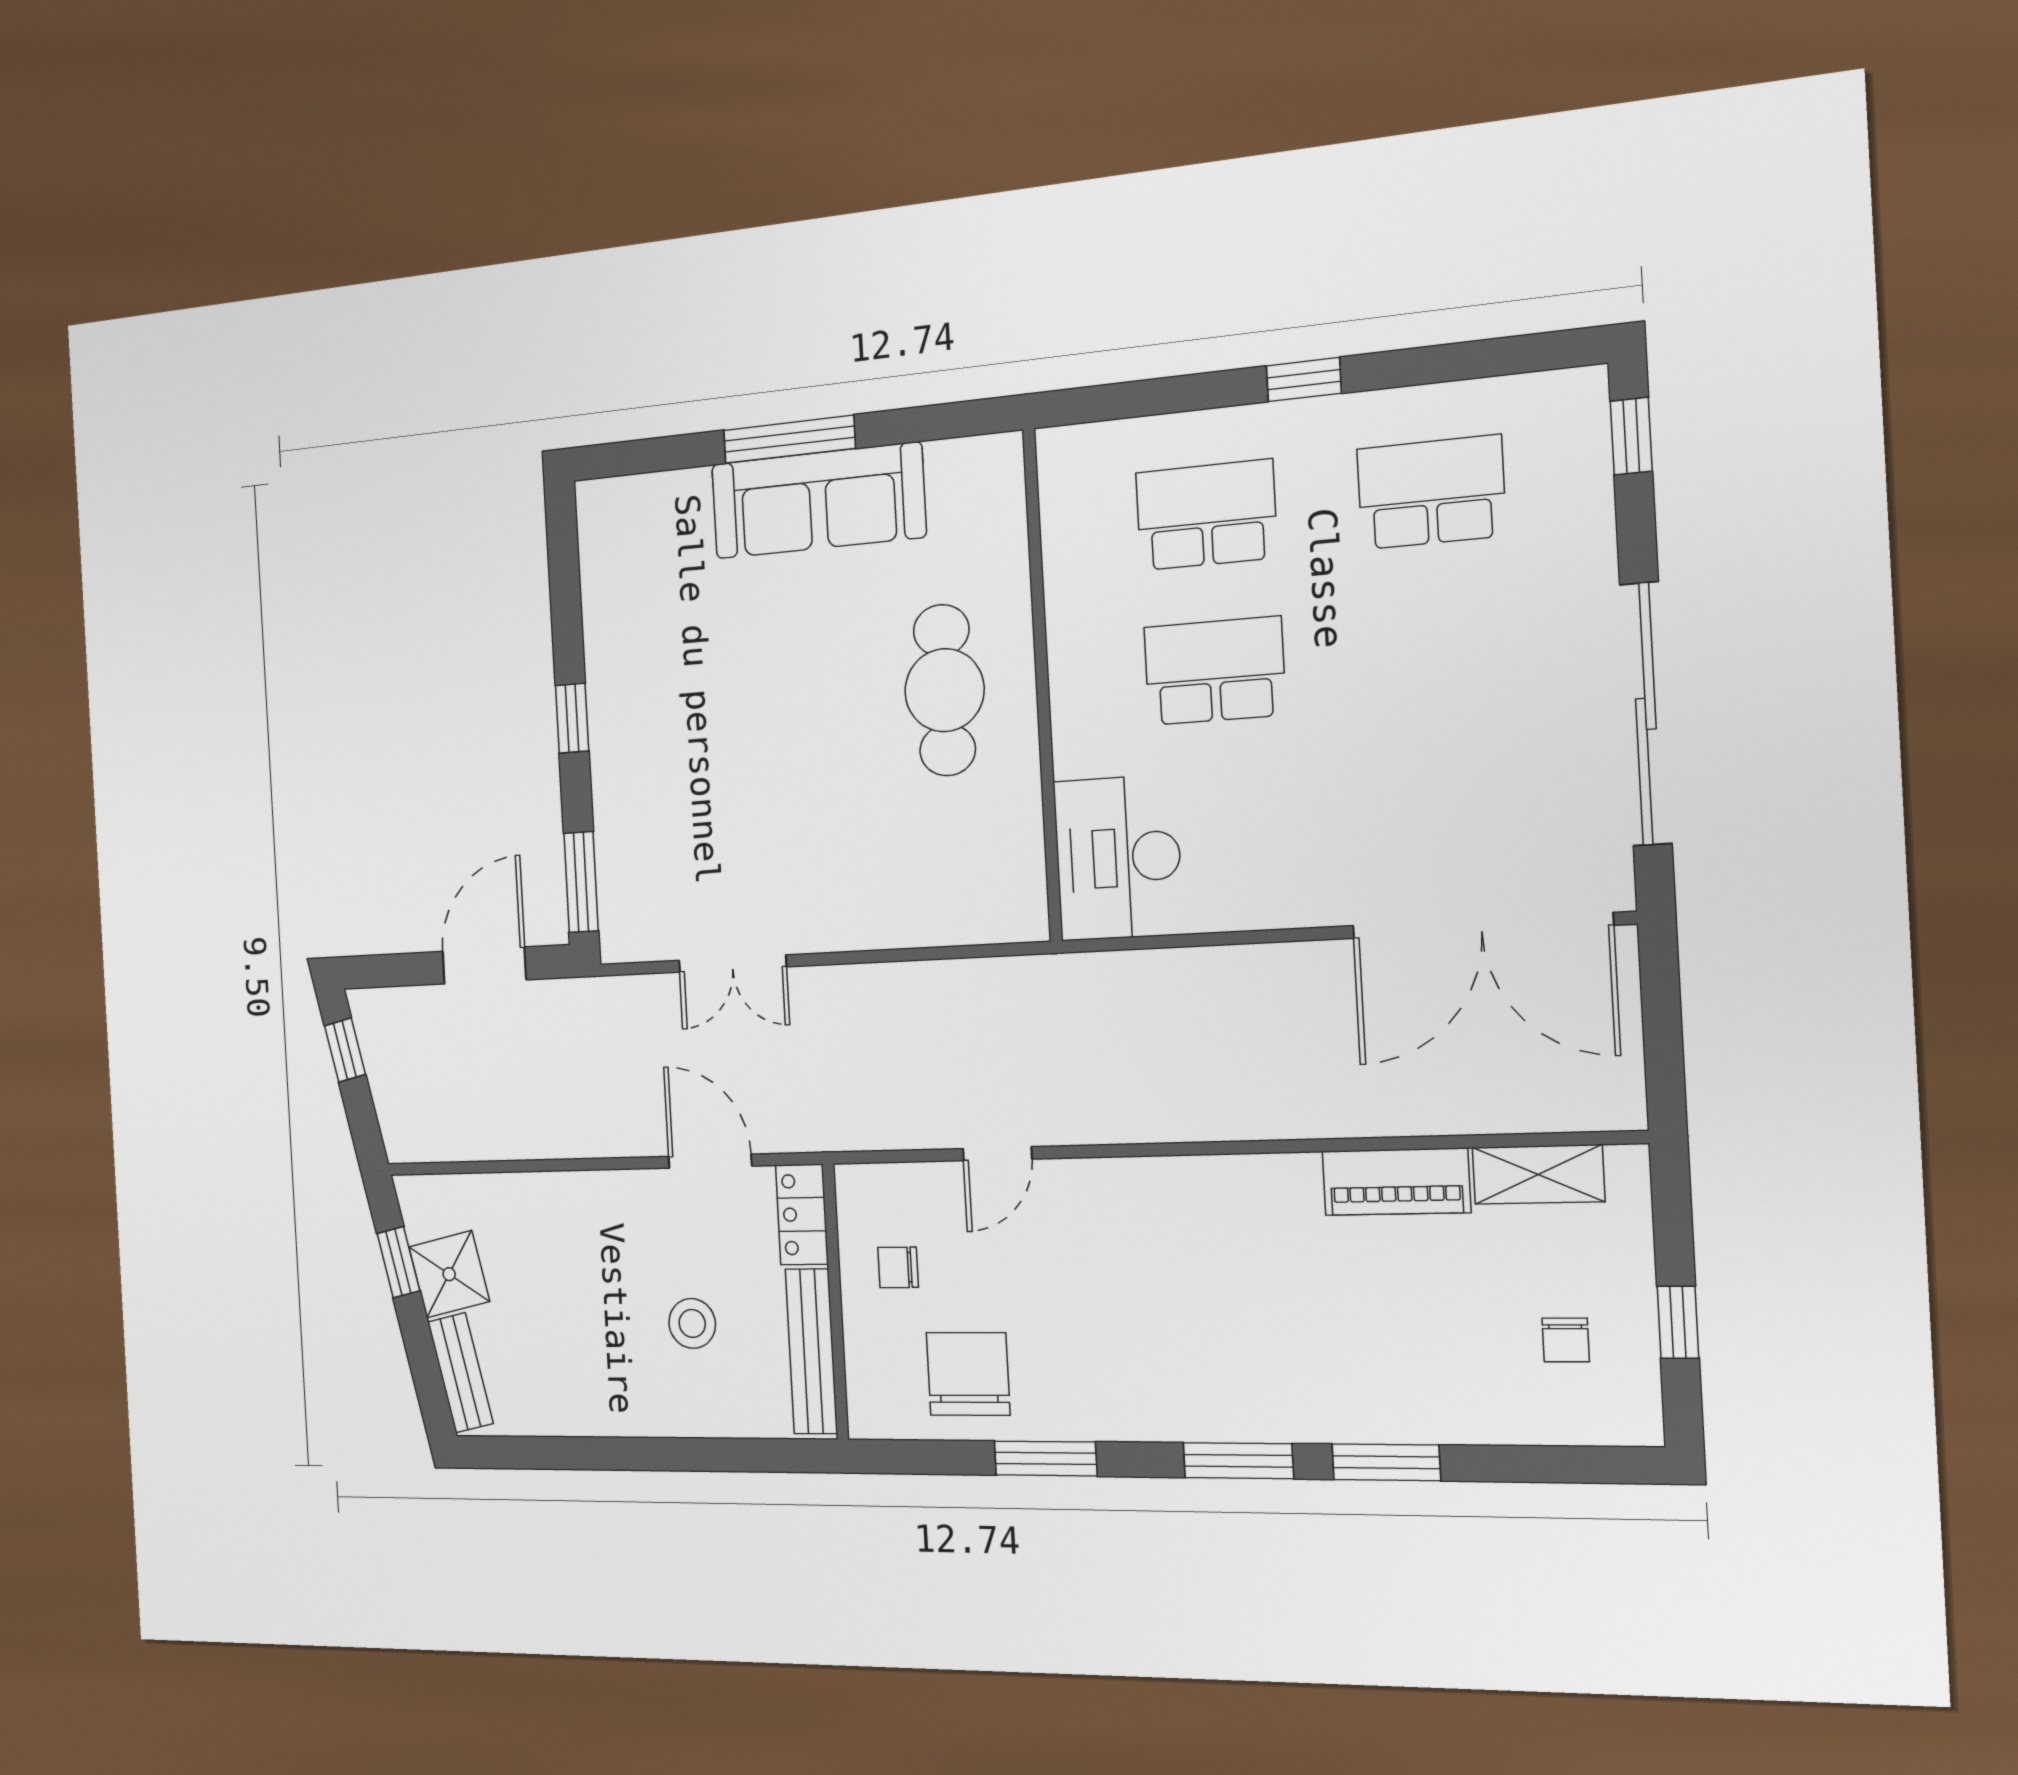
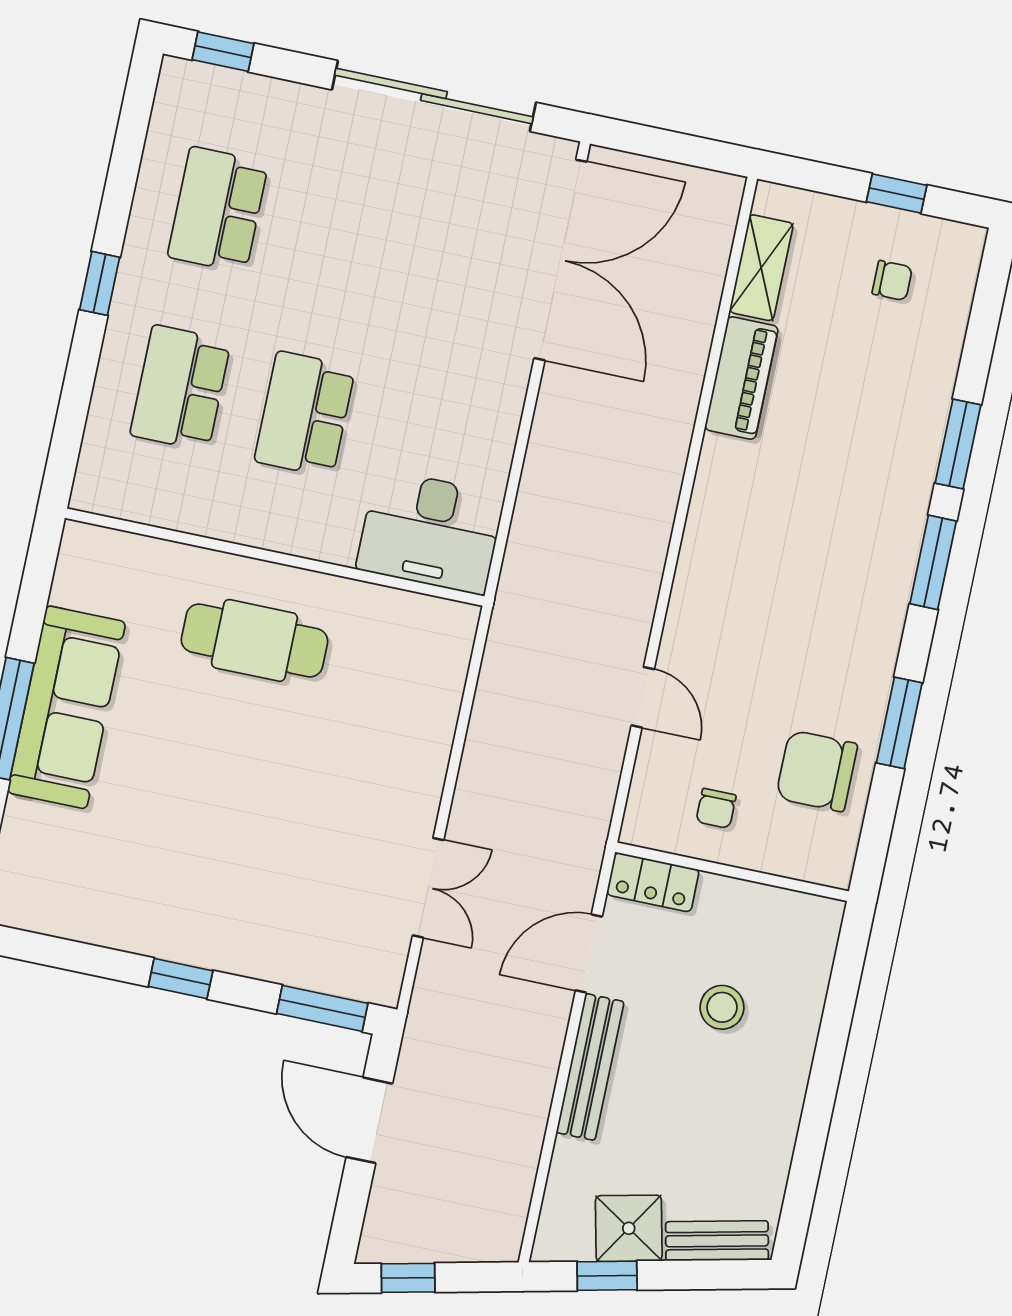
bench: (811, 1351) -> (590, 1067), moved, turned 90

